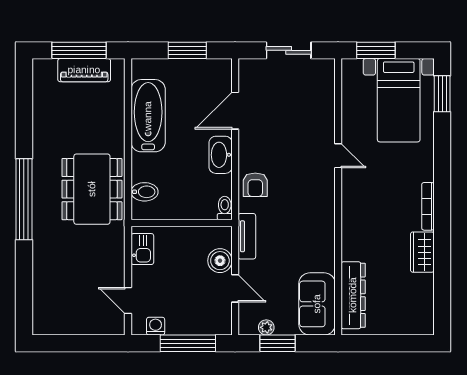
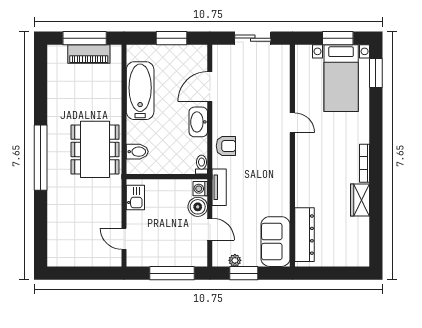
window: (376, 50) -> (338, 38), moved
armchair: (255, 185) -> (226, 146), turned -90
washing machine: (156, 326) -> (200, 189), moved, turned -90

